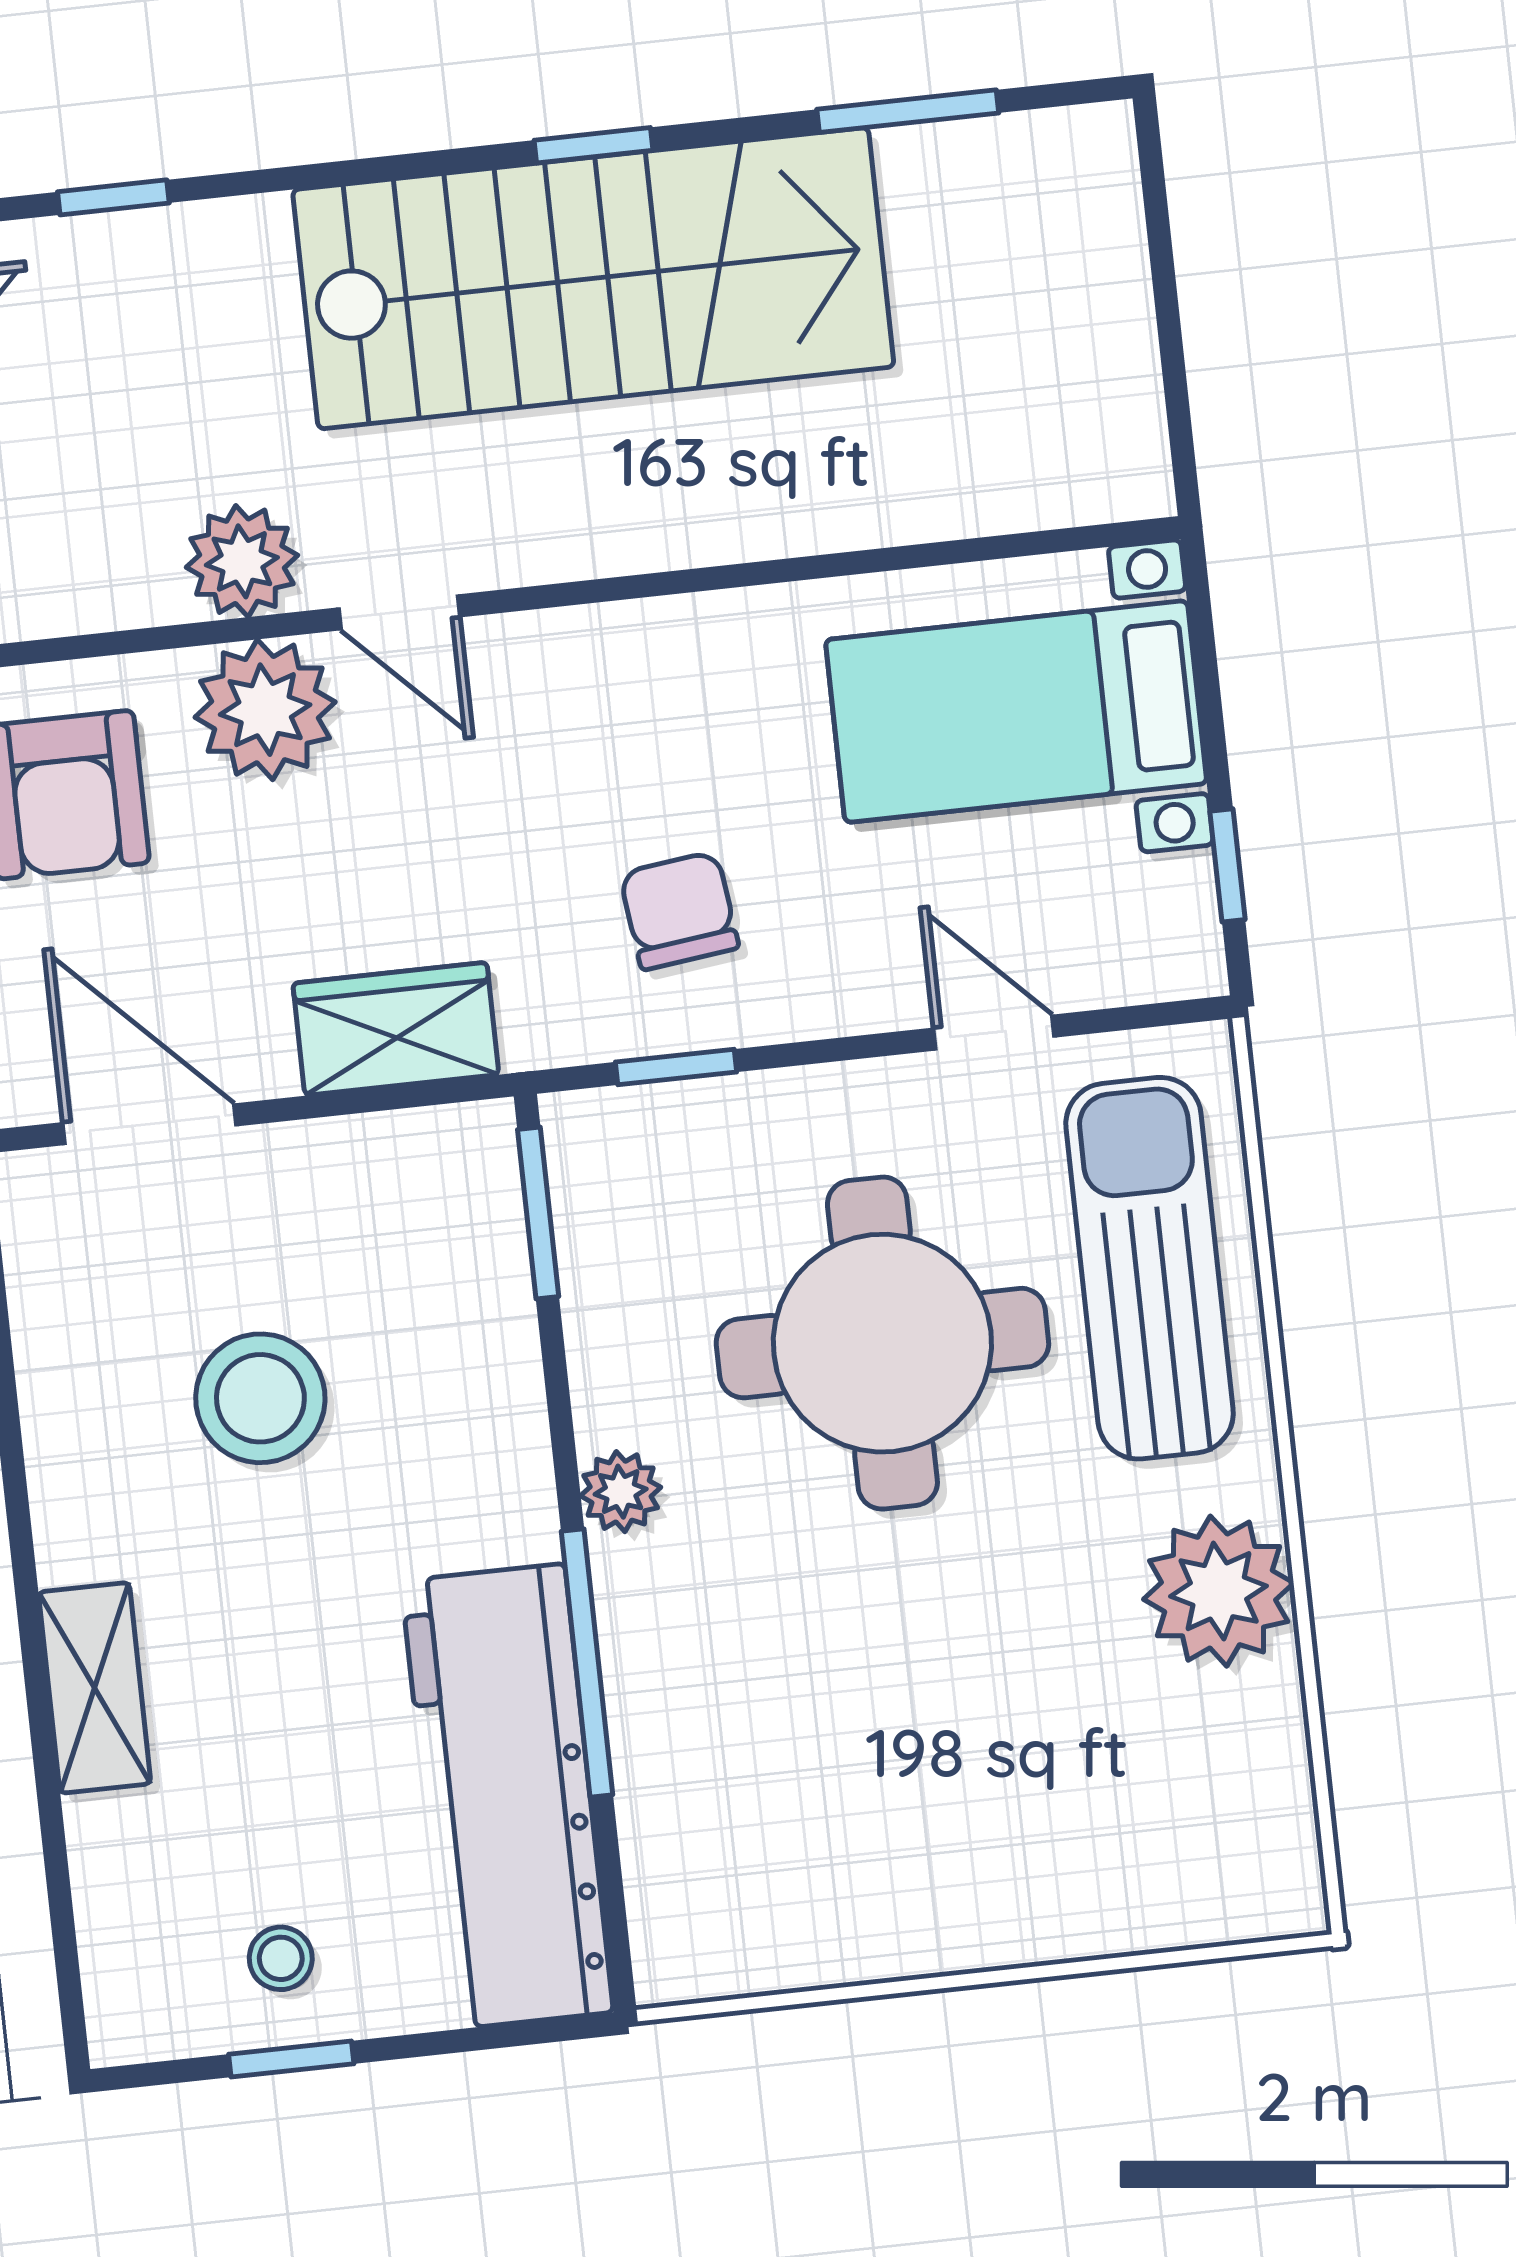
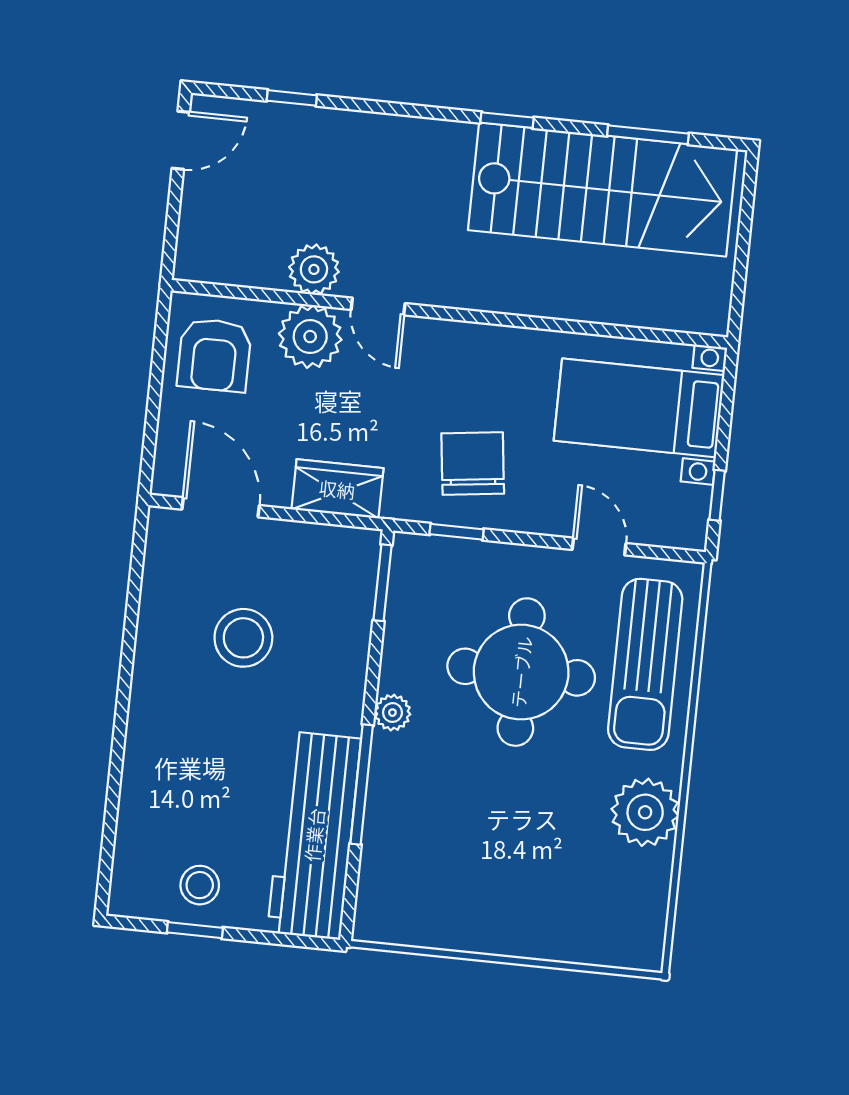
stairs: (593, 278) -> (603, 190), moved
chair: (679, 911) -> (473, 464), width x1.37, depth x1.37
sun lounger: (1150, 1268) -> (645, 664), turned 180
shelving: (95, 1688) -> (144, 749), removed
stool: (281, 1958) -> (200, 885), width x1.37, depth x1.37

